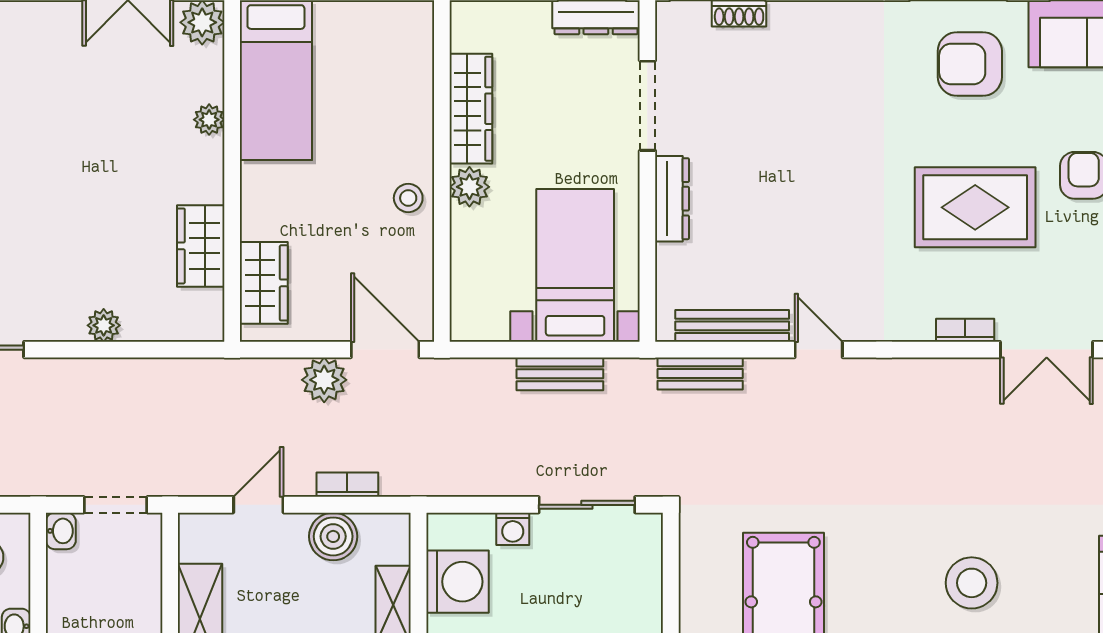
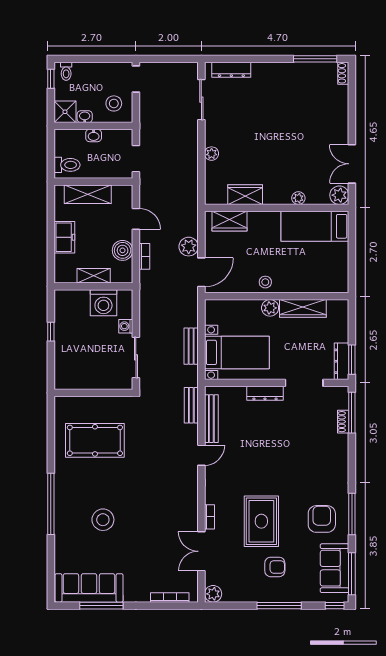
washbasin: (61, 531) -> (94, 136), moved

